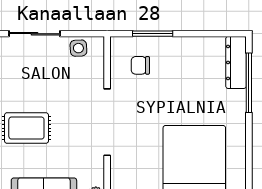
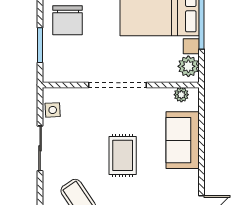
chair: (140, 65) -> (68, 20), moved, width x1.87, depth x1.87

